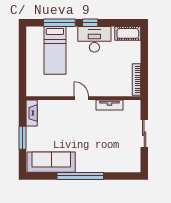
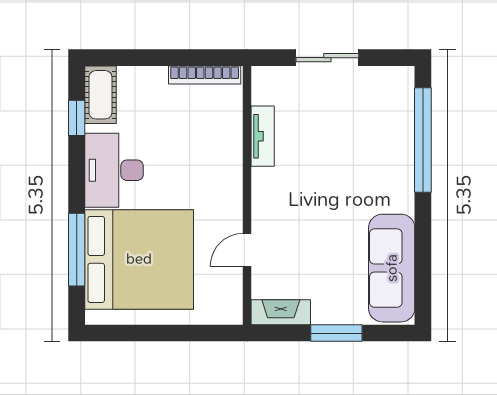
window: (90, 23) -> (77, 118), moved
bed: (55, 50) -> (139, 259), width x2.04
door: (81, 98) -> (247, 250), moved
window: (80, 176) -> (423, 140), moved

